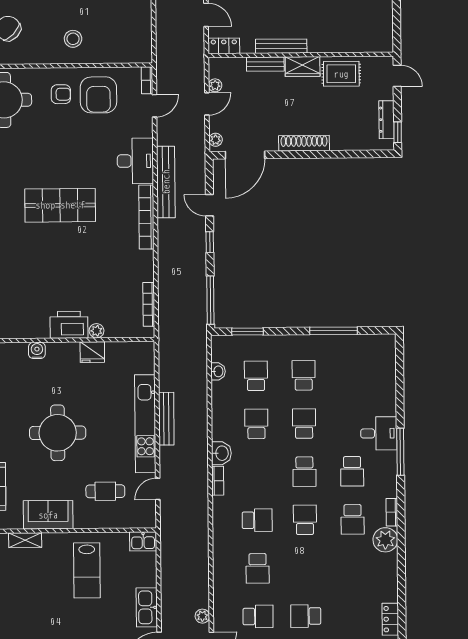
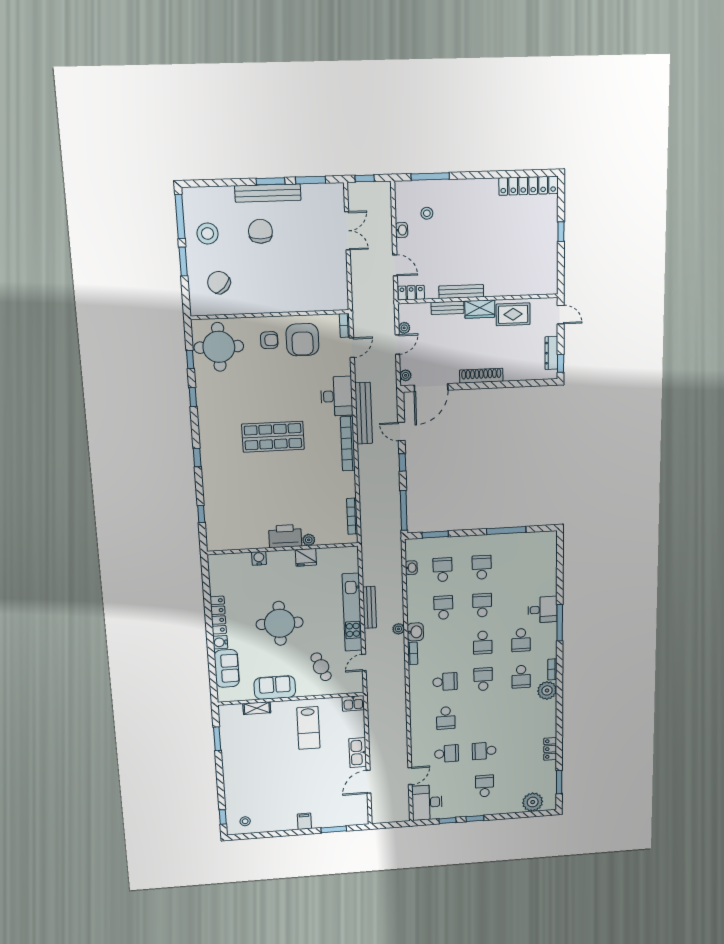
stool: (73, 39) -> (278, 290), removed
cafe table: (105, 491) -> (321, 667), turned 67
plant: (202, 616) -> (398, 629), moved

